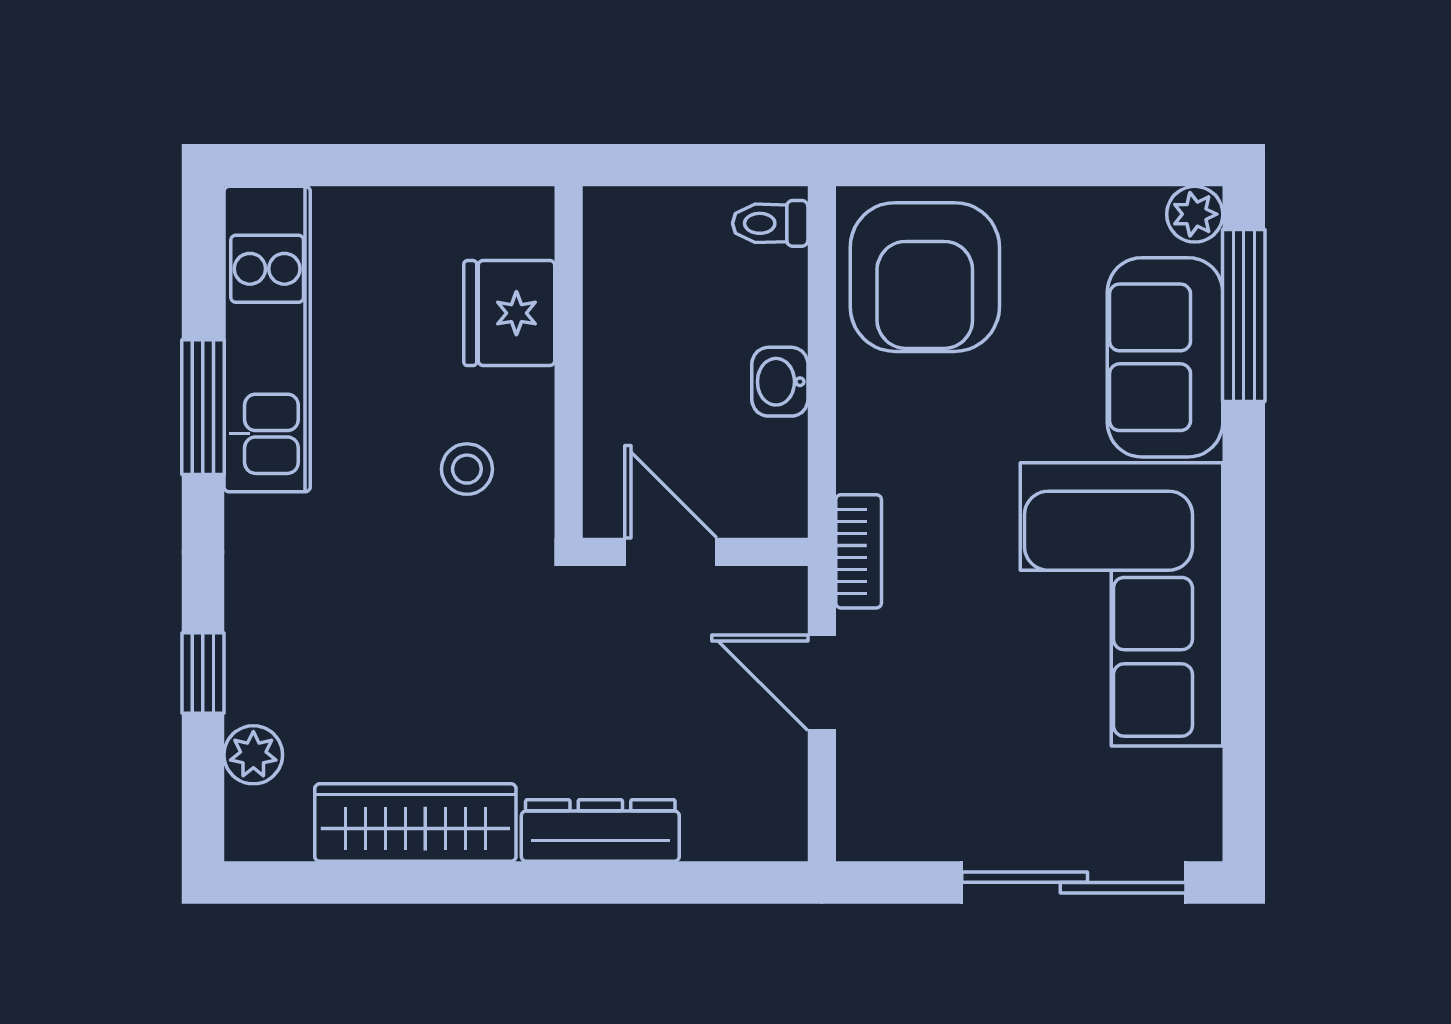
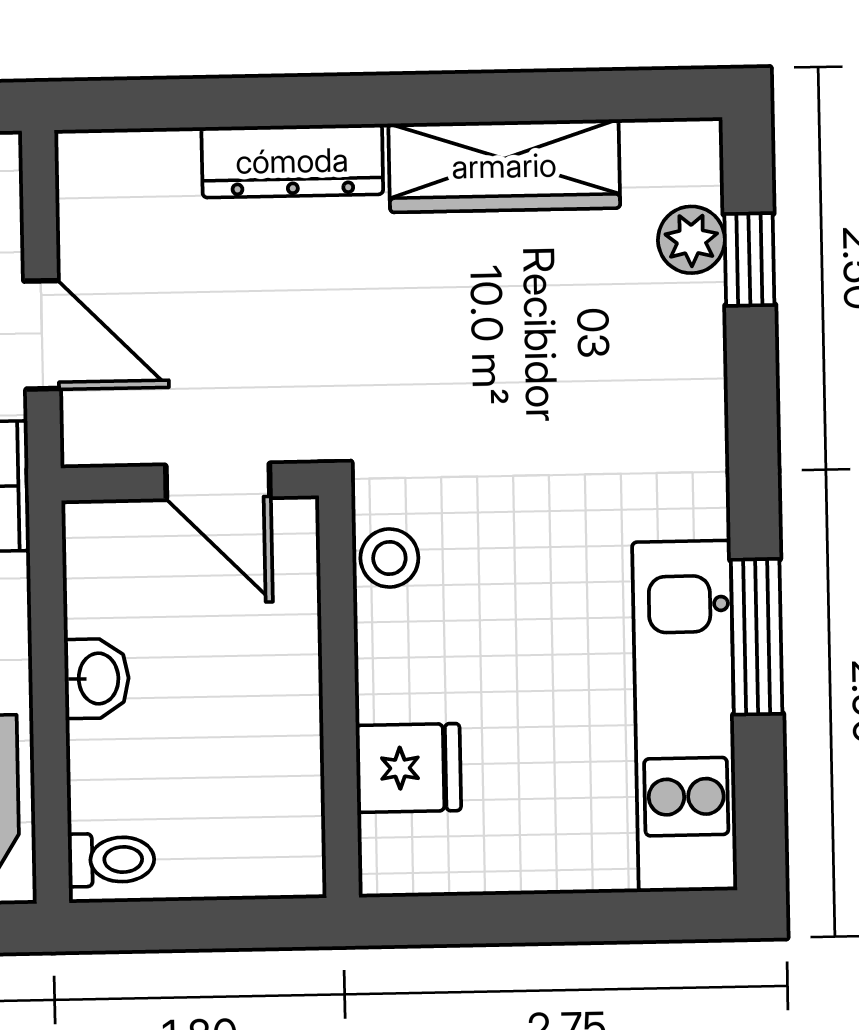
fridge: (509, 313) -> (408, 768), width x0.72
stool: (467, 469) -> (389, 558), moved
window: (203, 673) -> (749, 260), moved

